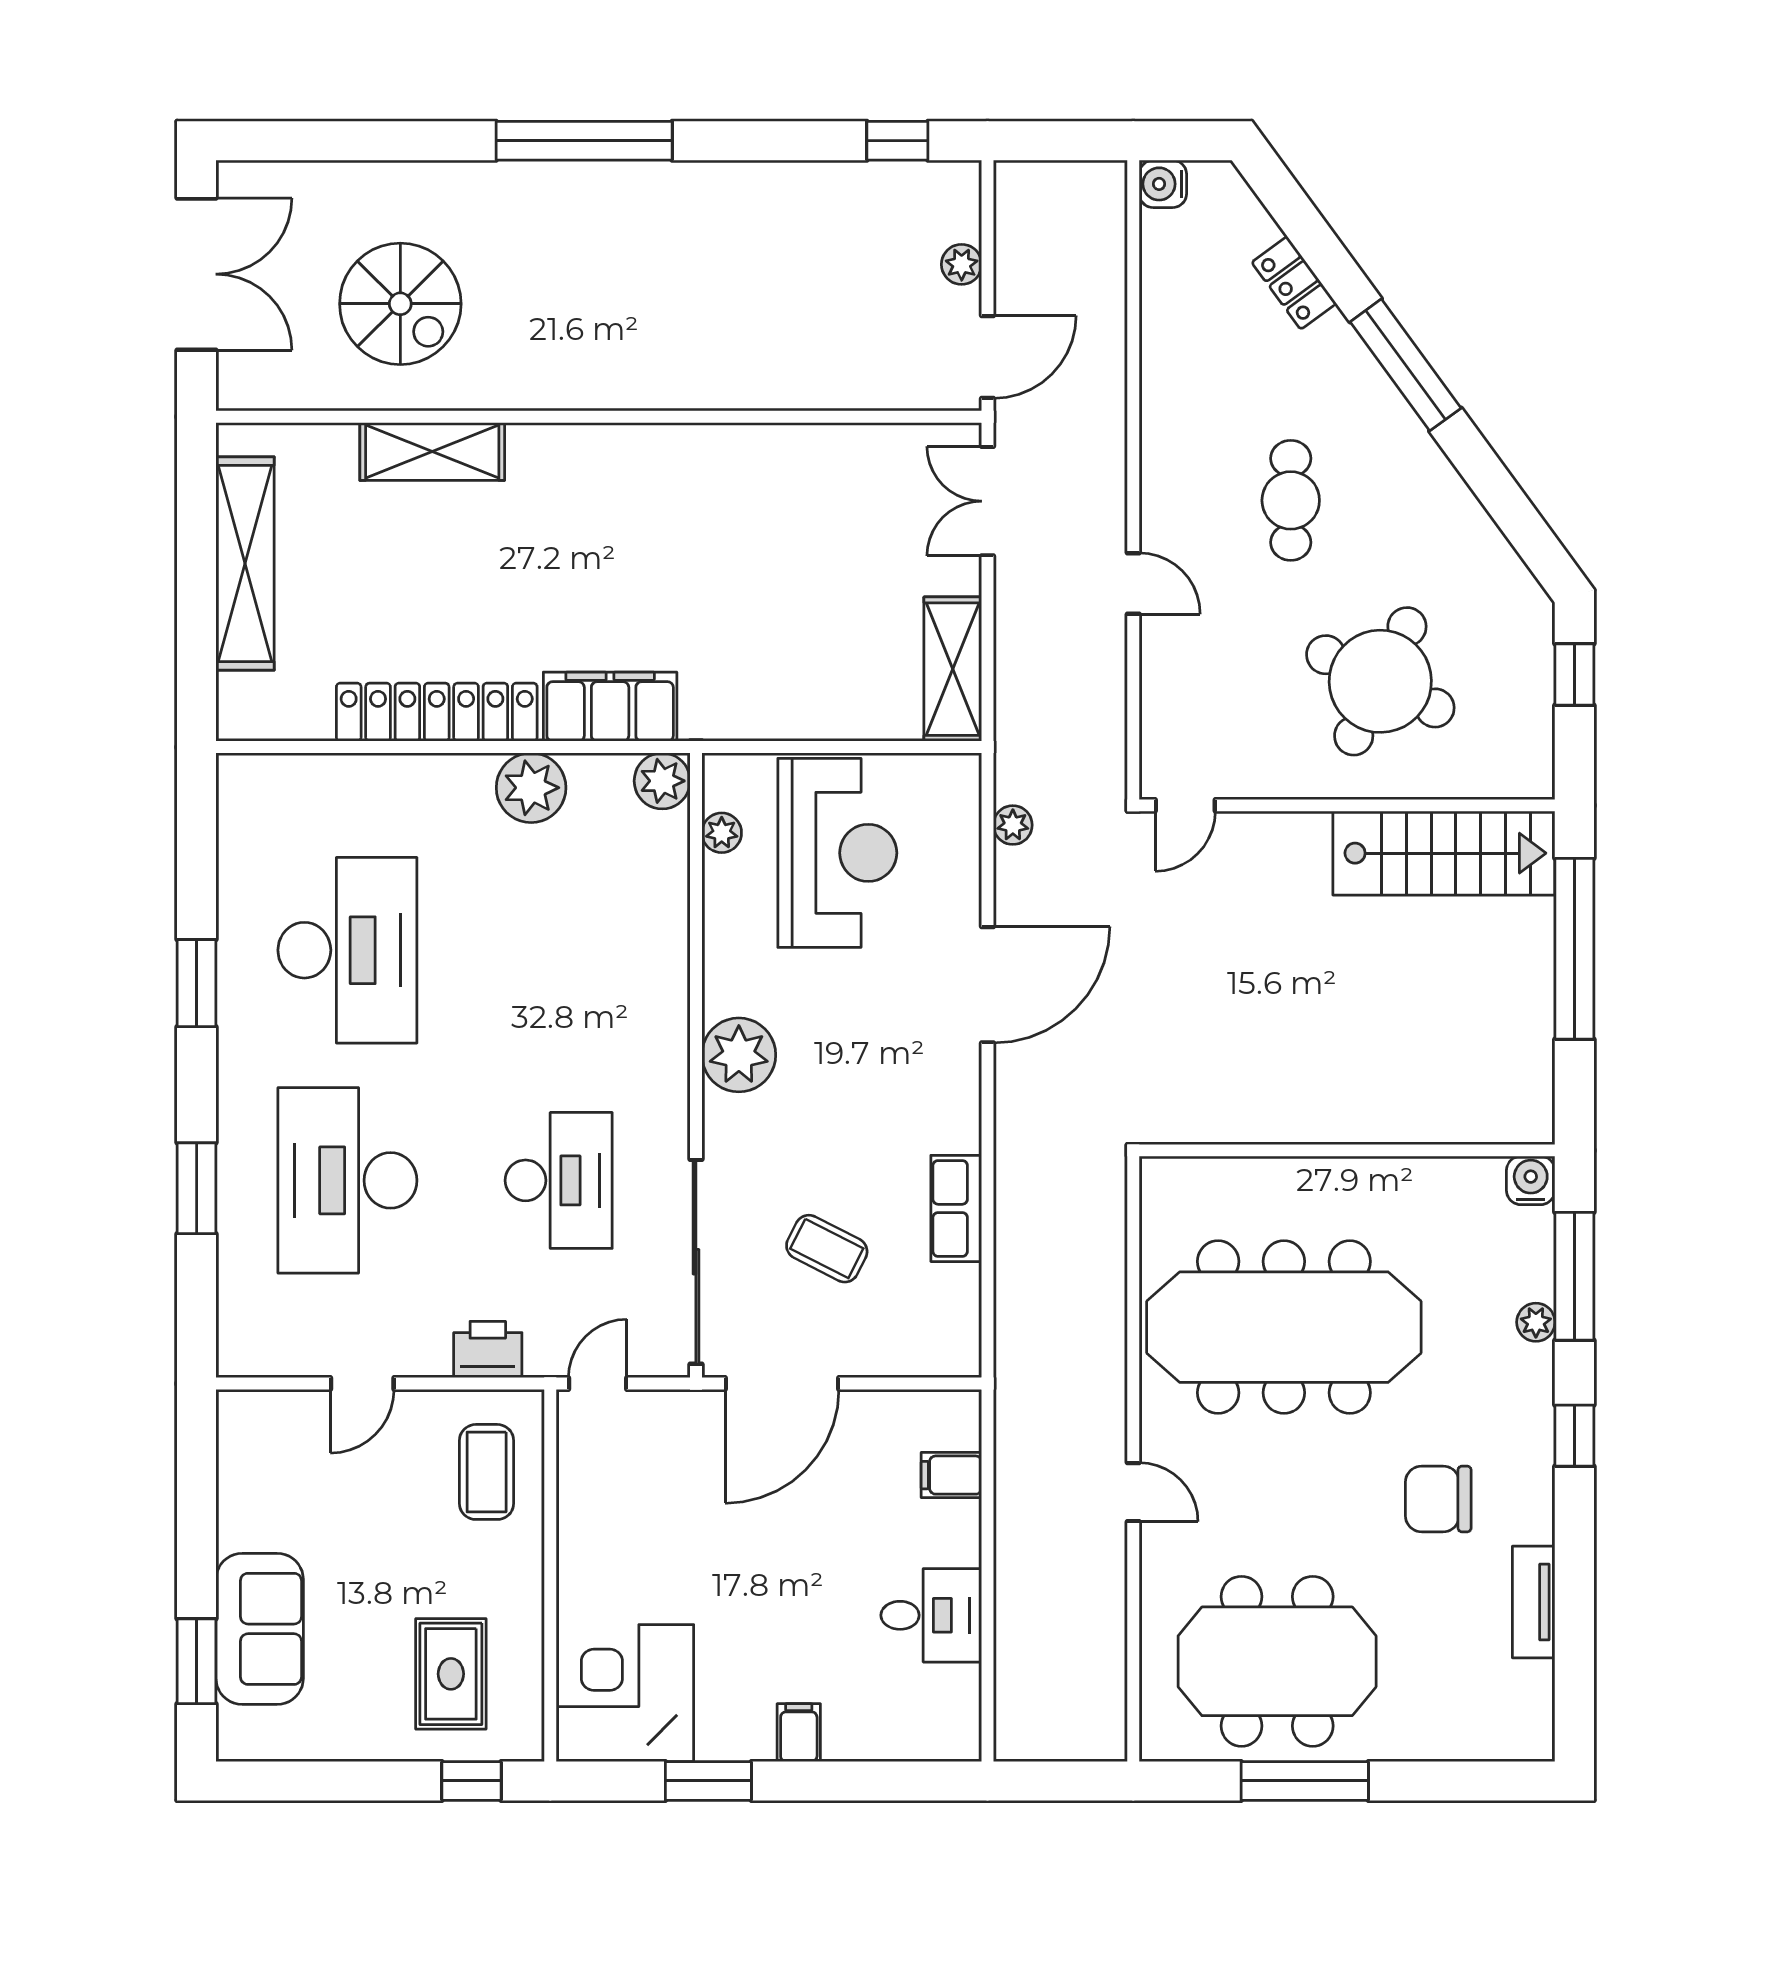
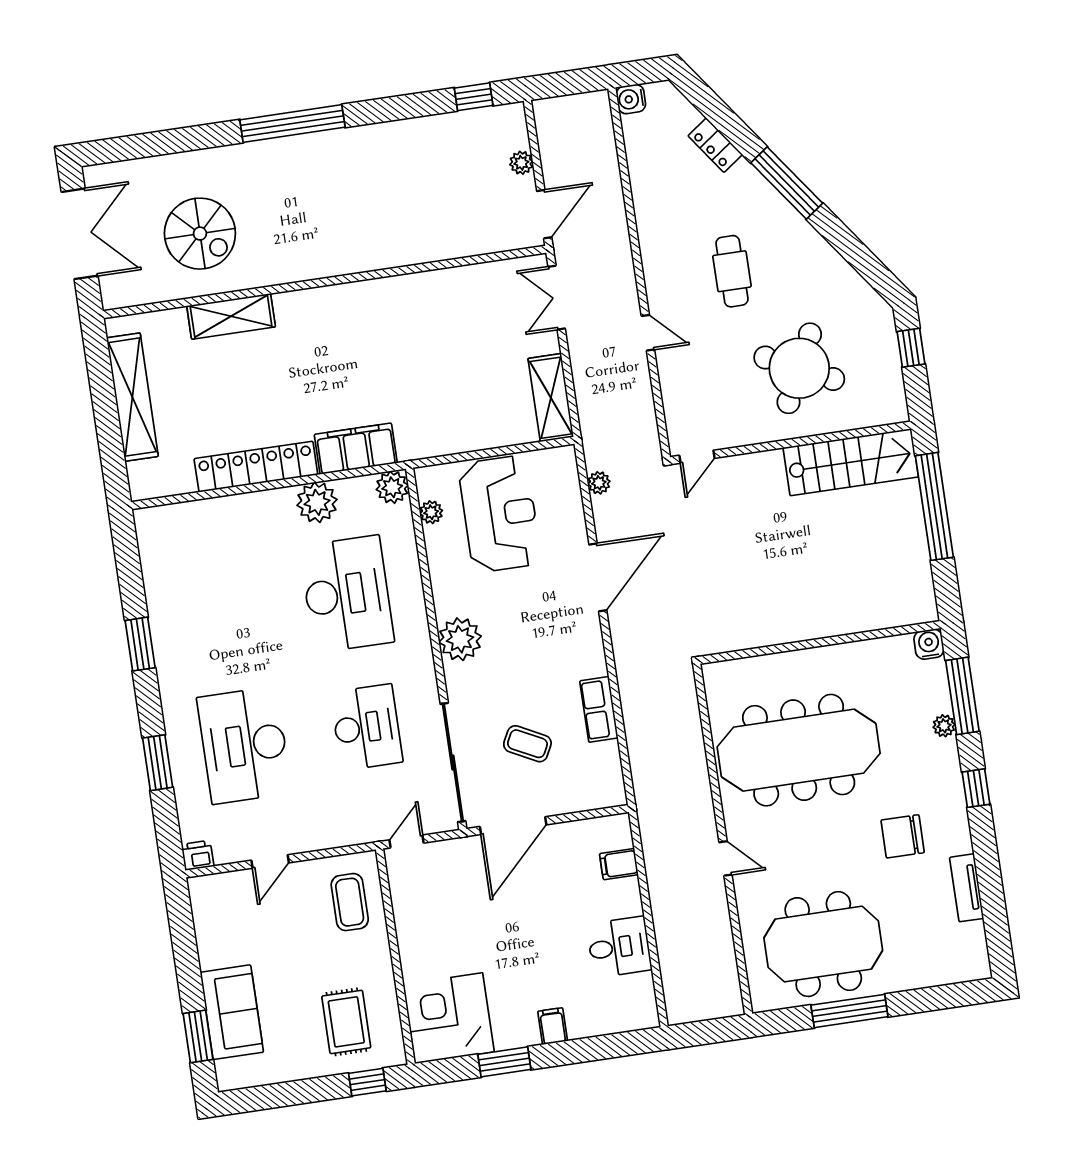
desk: (347, 950) -> (347, 594), moved
printer: (488, 1350) -> (198, 855), moved, width x0.73, depth x0.81

